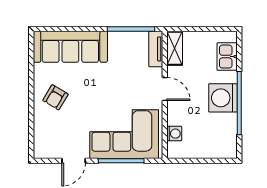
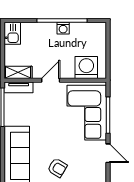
kitchen sink: (227, 57) -> (12, 33), moved, turned -90
washing machine: (223, 98) -> (63, 28), width x0.53, depth x0.53
washing machine: (174, 134) -> (86, 67), width x1.89, depth x1.89

